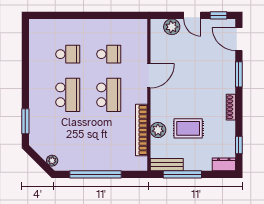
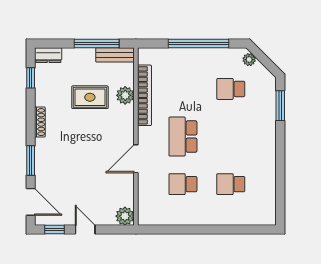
plant: (172, 27) -> (125, 216), moved
school desk: (68, 95) -> (231, 89), moved, width x0.54

